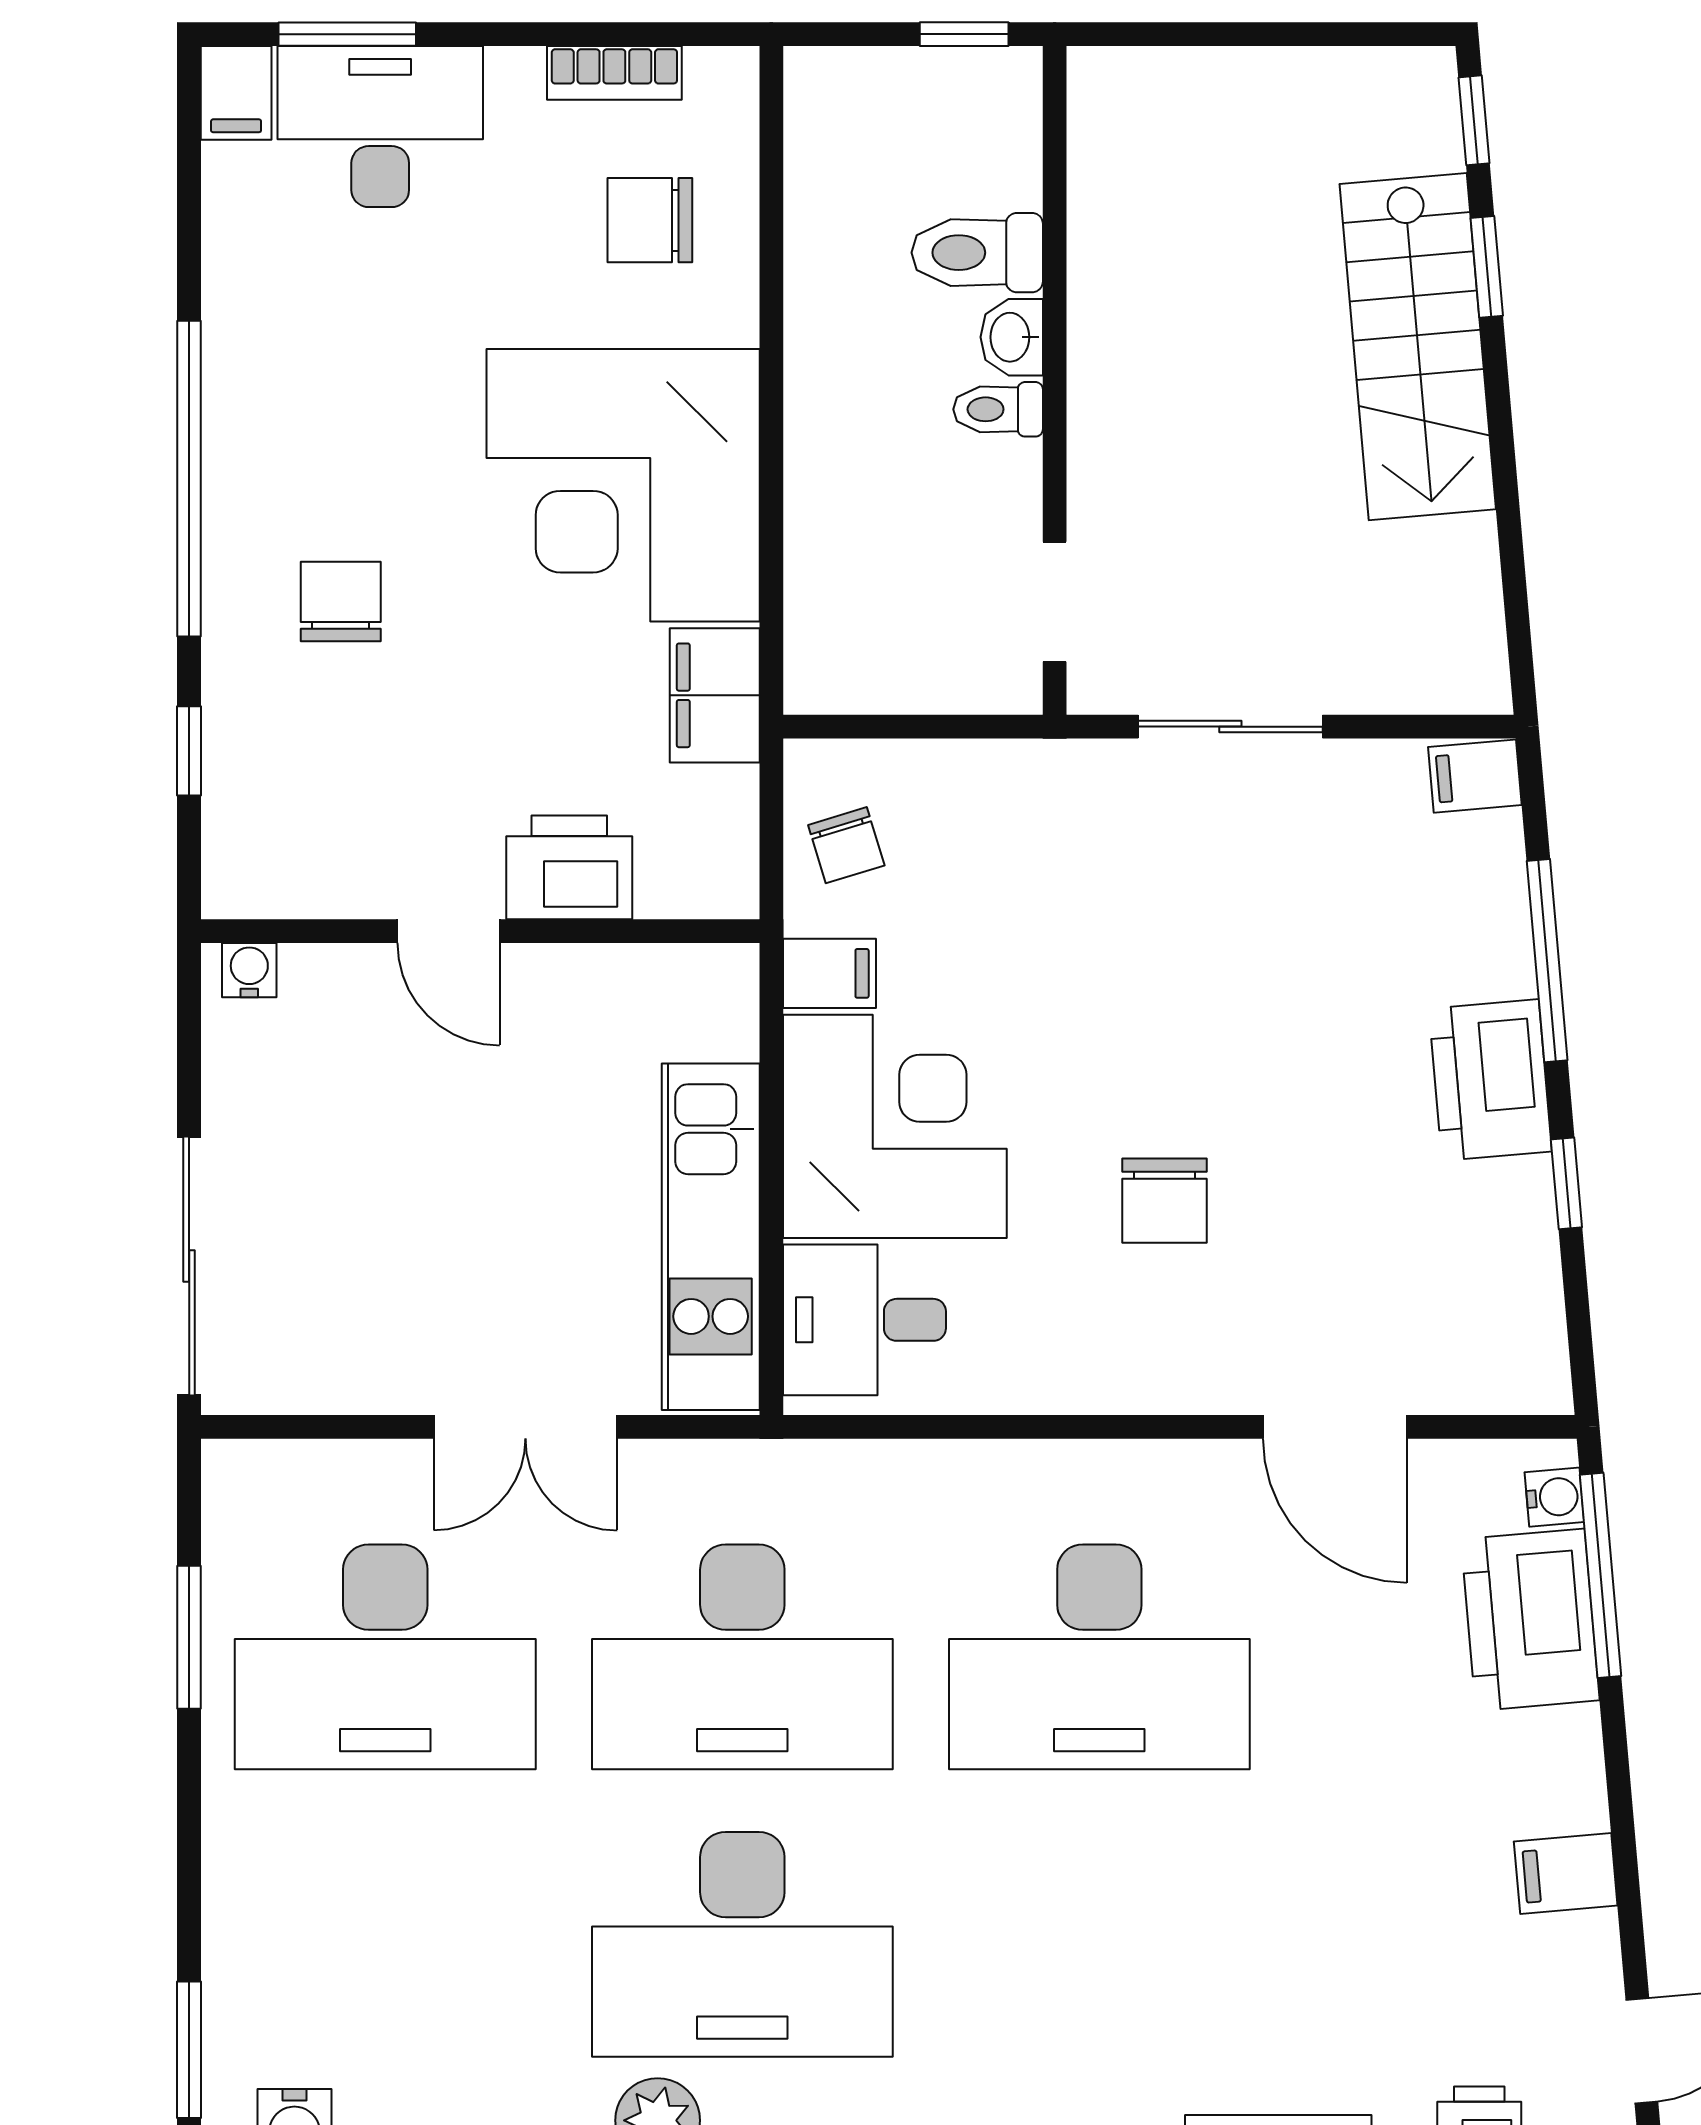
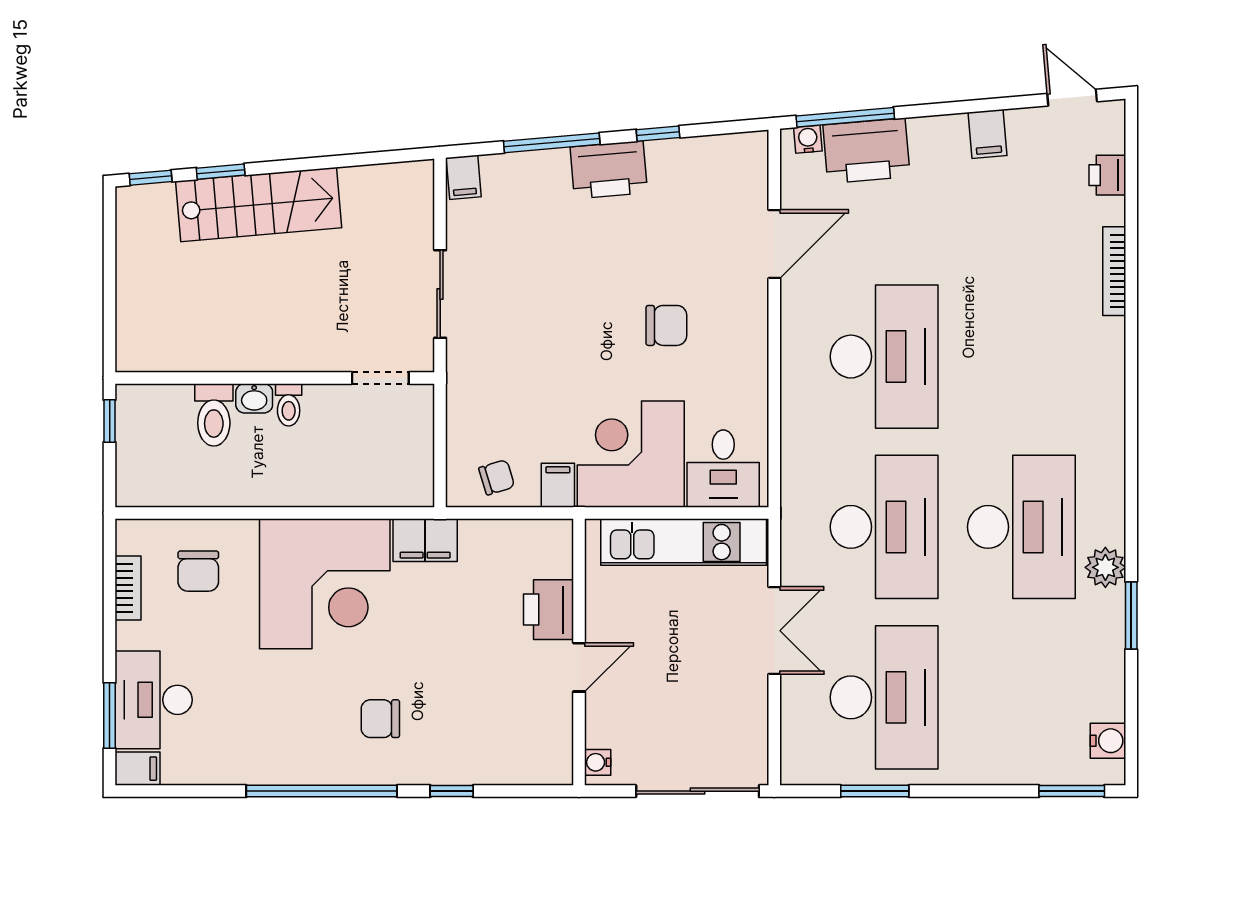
printer: (569, 867) -> (549, 610), moved
door: (448, 931) -> (579, 667), moved
wall: (480, 931) -> (579, 652), moved
water cooler: (249, 970) -> (598, 762), moved

